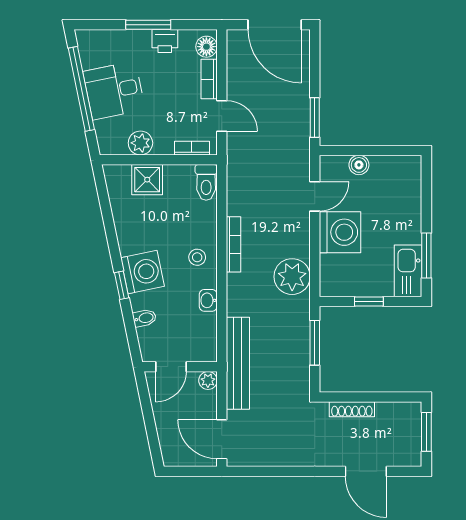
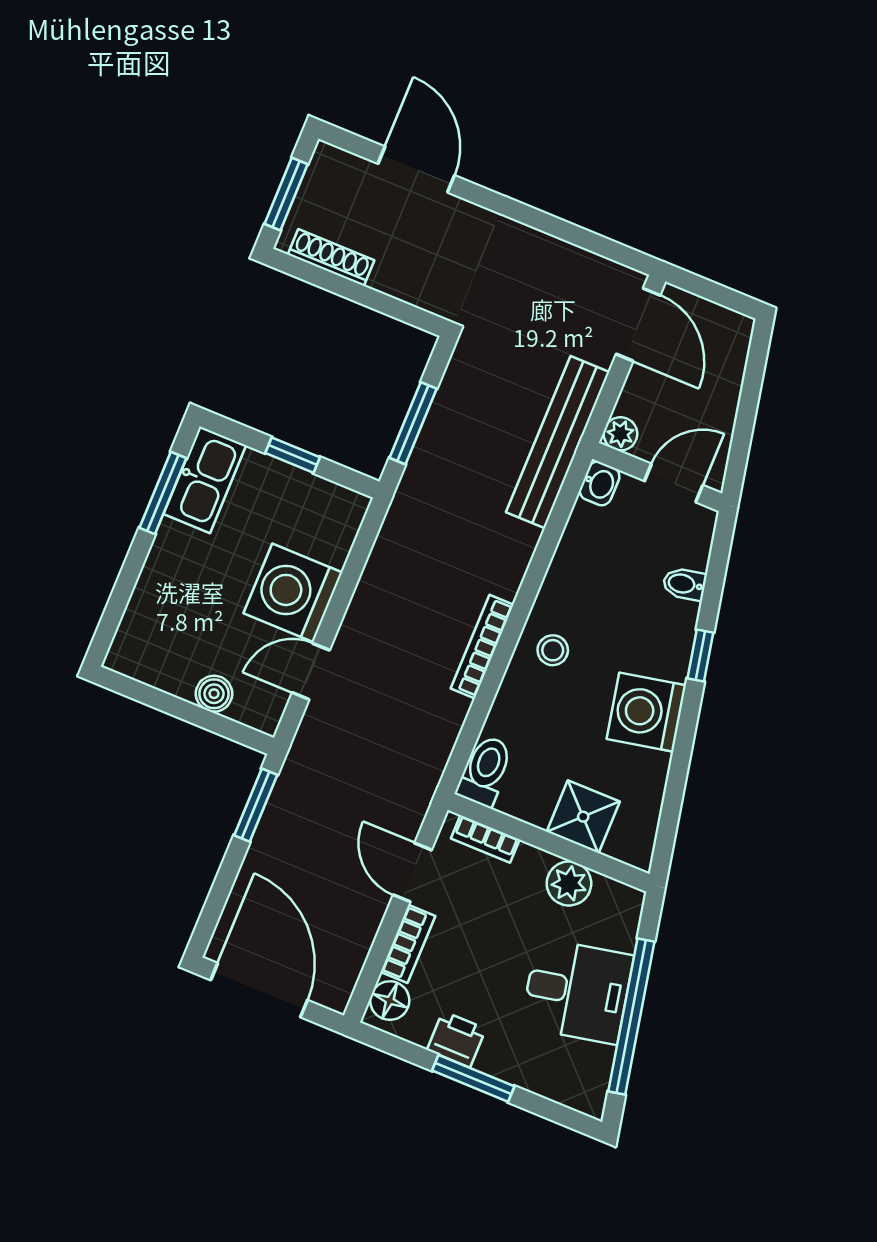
washing machine: (143, 272) -> (646, 712), moved
plant: (292, 277) -> (405, 551), removed
washbasin: (208, 300) -> (600, 483), moved
shoe rack: (352, 409) -> (331, 258), moved

